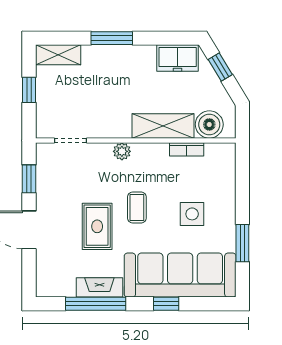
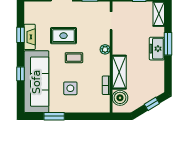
freezer: (178, 58) -> (157, 49), moved
window: (96, 304) -> (21, 35), width x0.46

